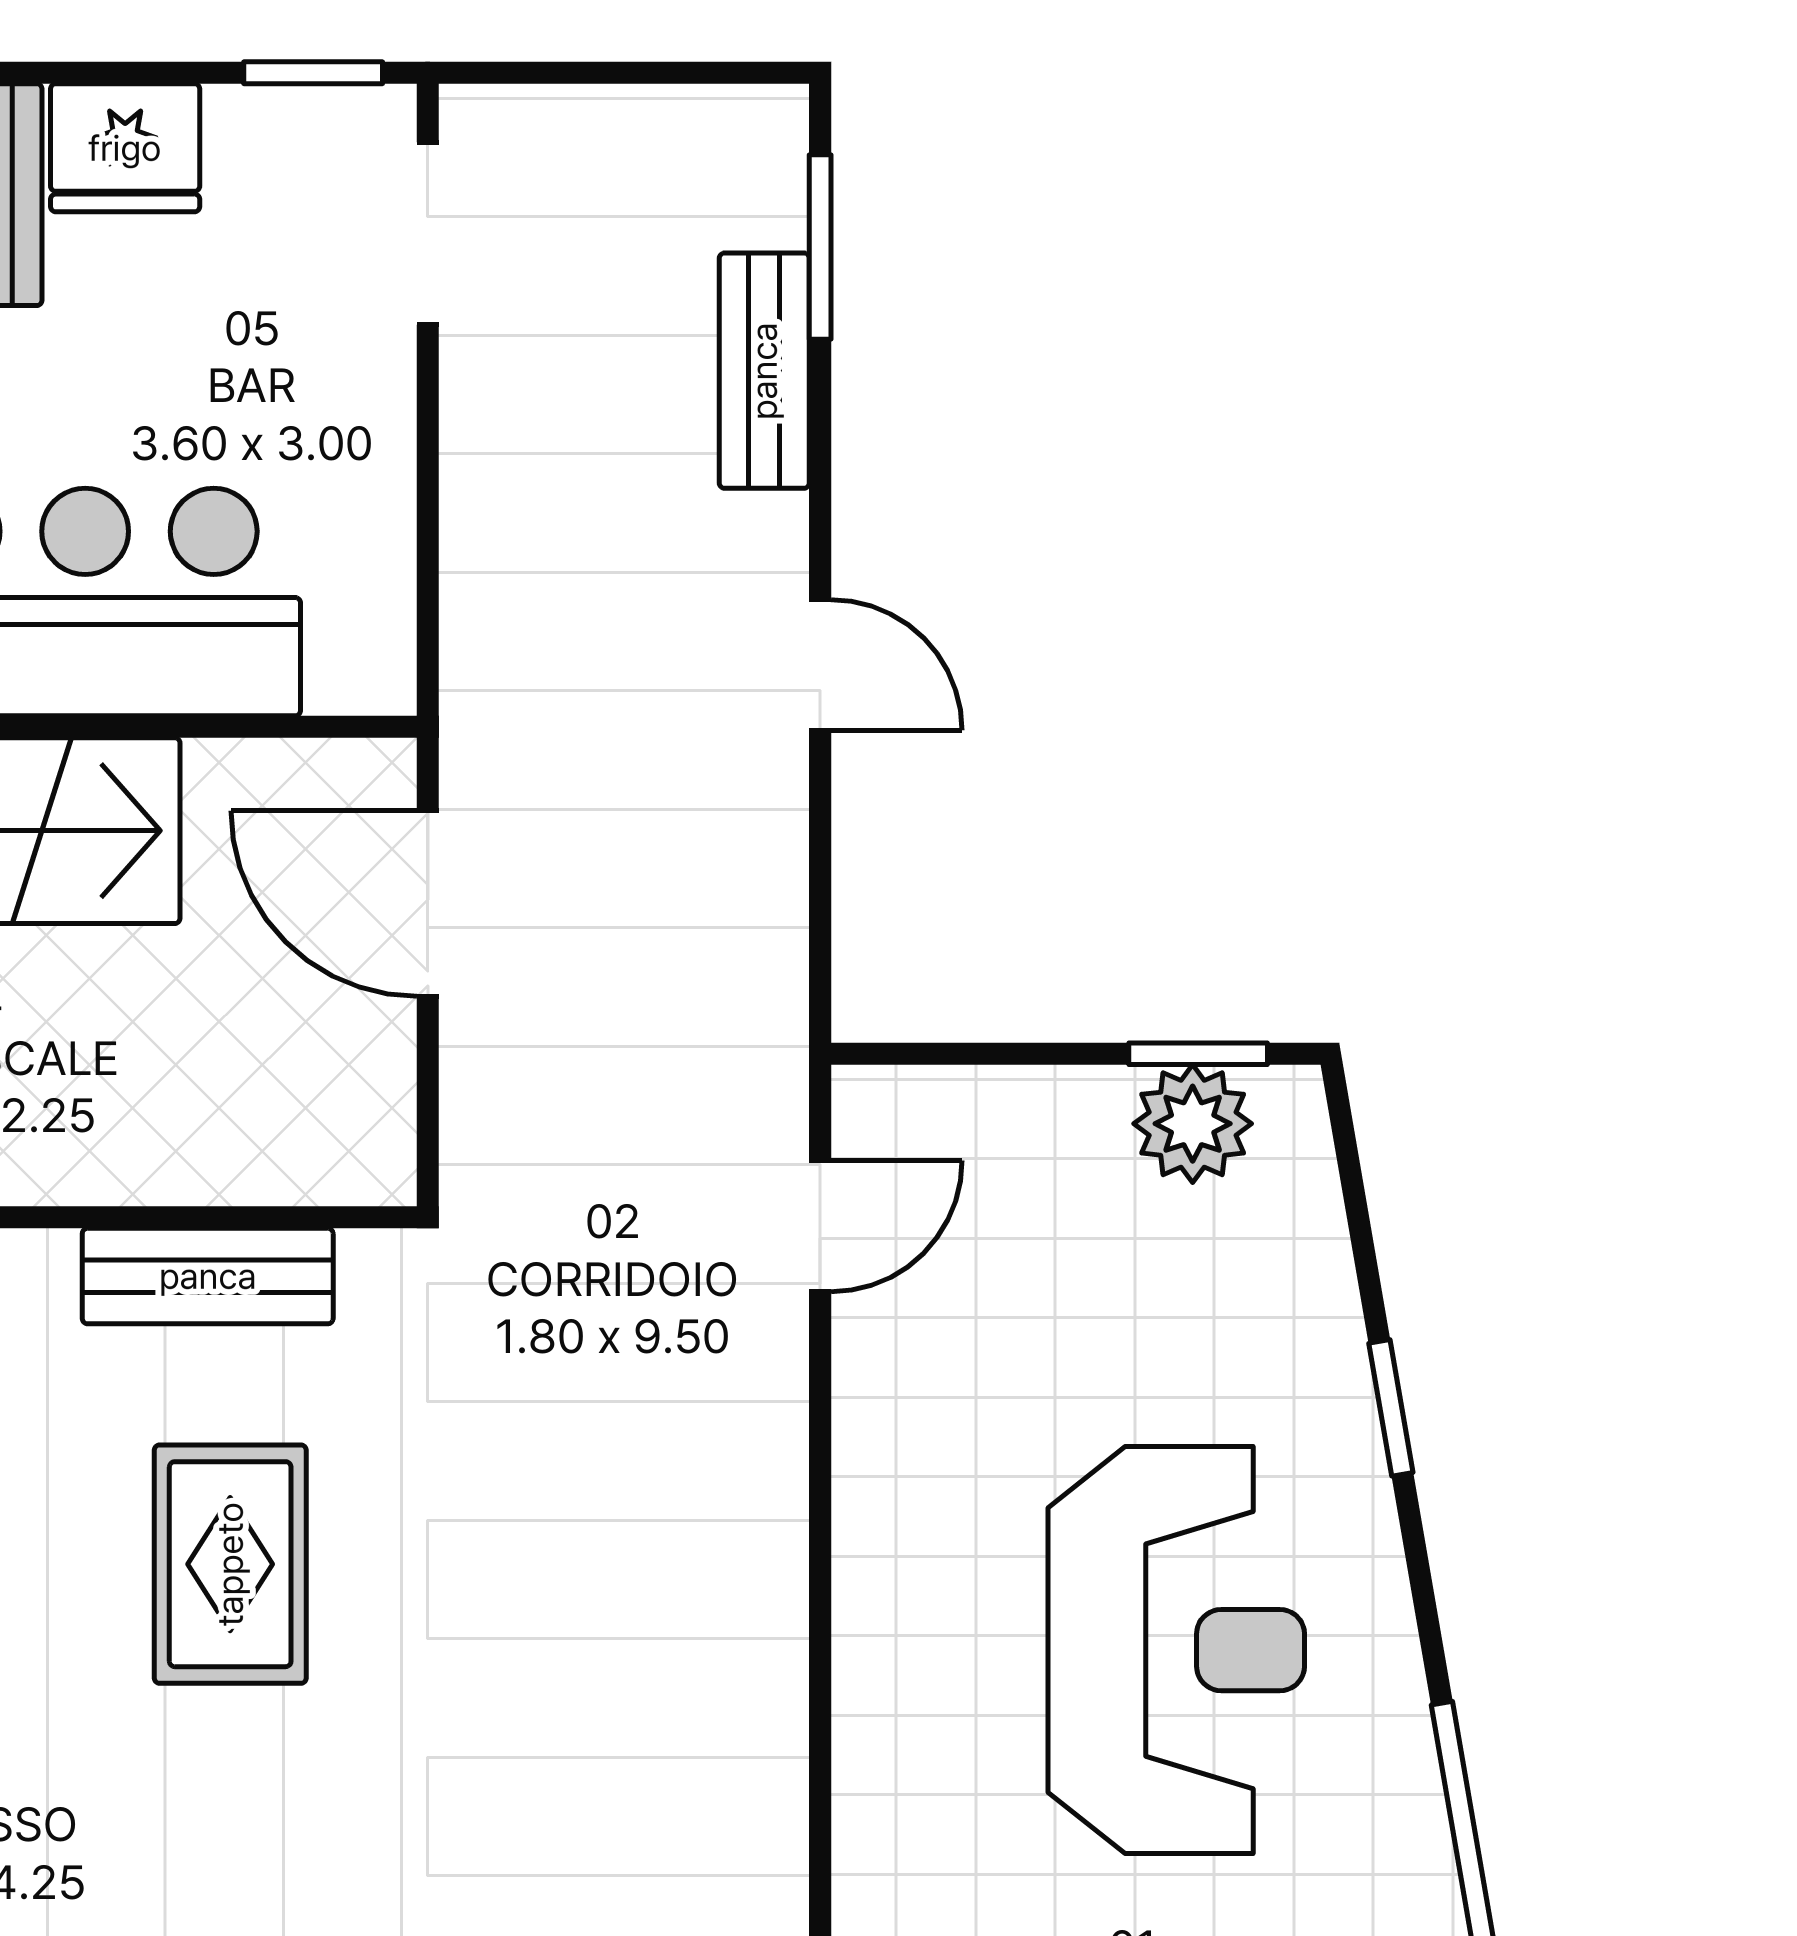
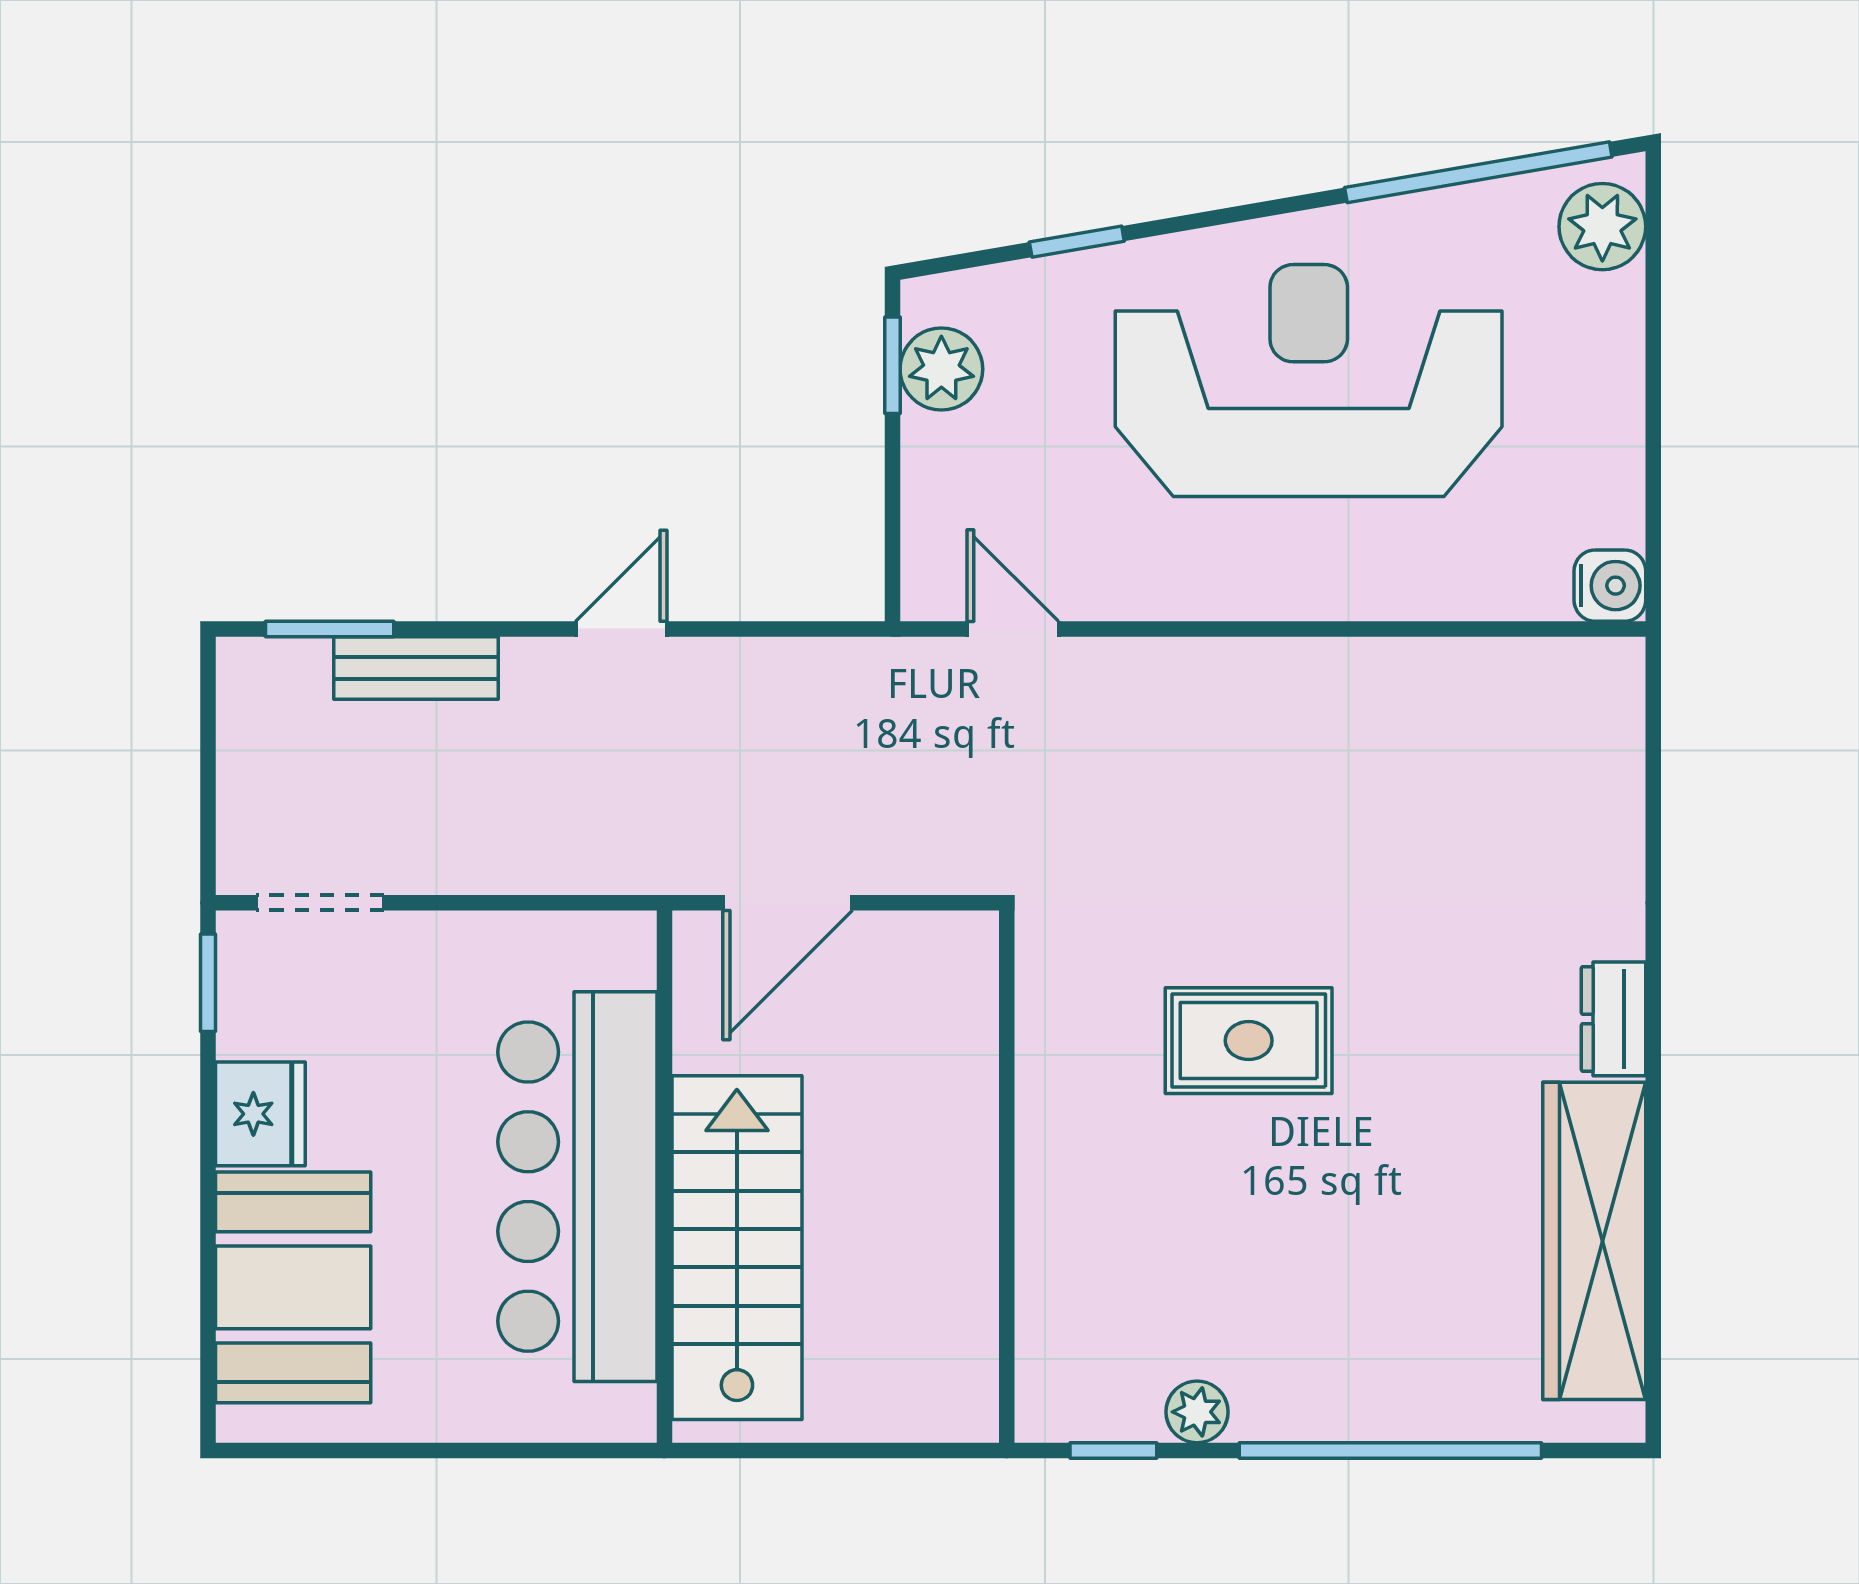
bench: (208, 1276) -> (1048, 1056), removed
window: (1391, 1408) -> (1077, 242), moved
reception desk: (1176, 1650) -> (1309, 380), width x1.36, depth x1.30

